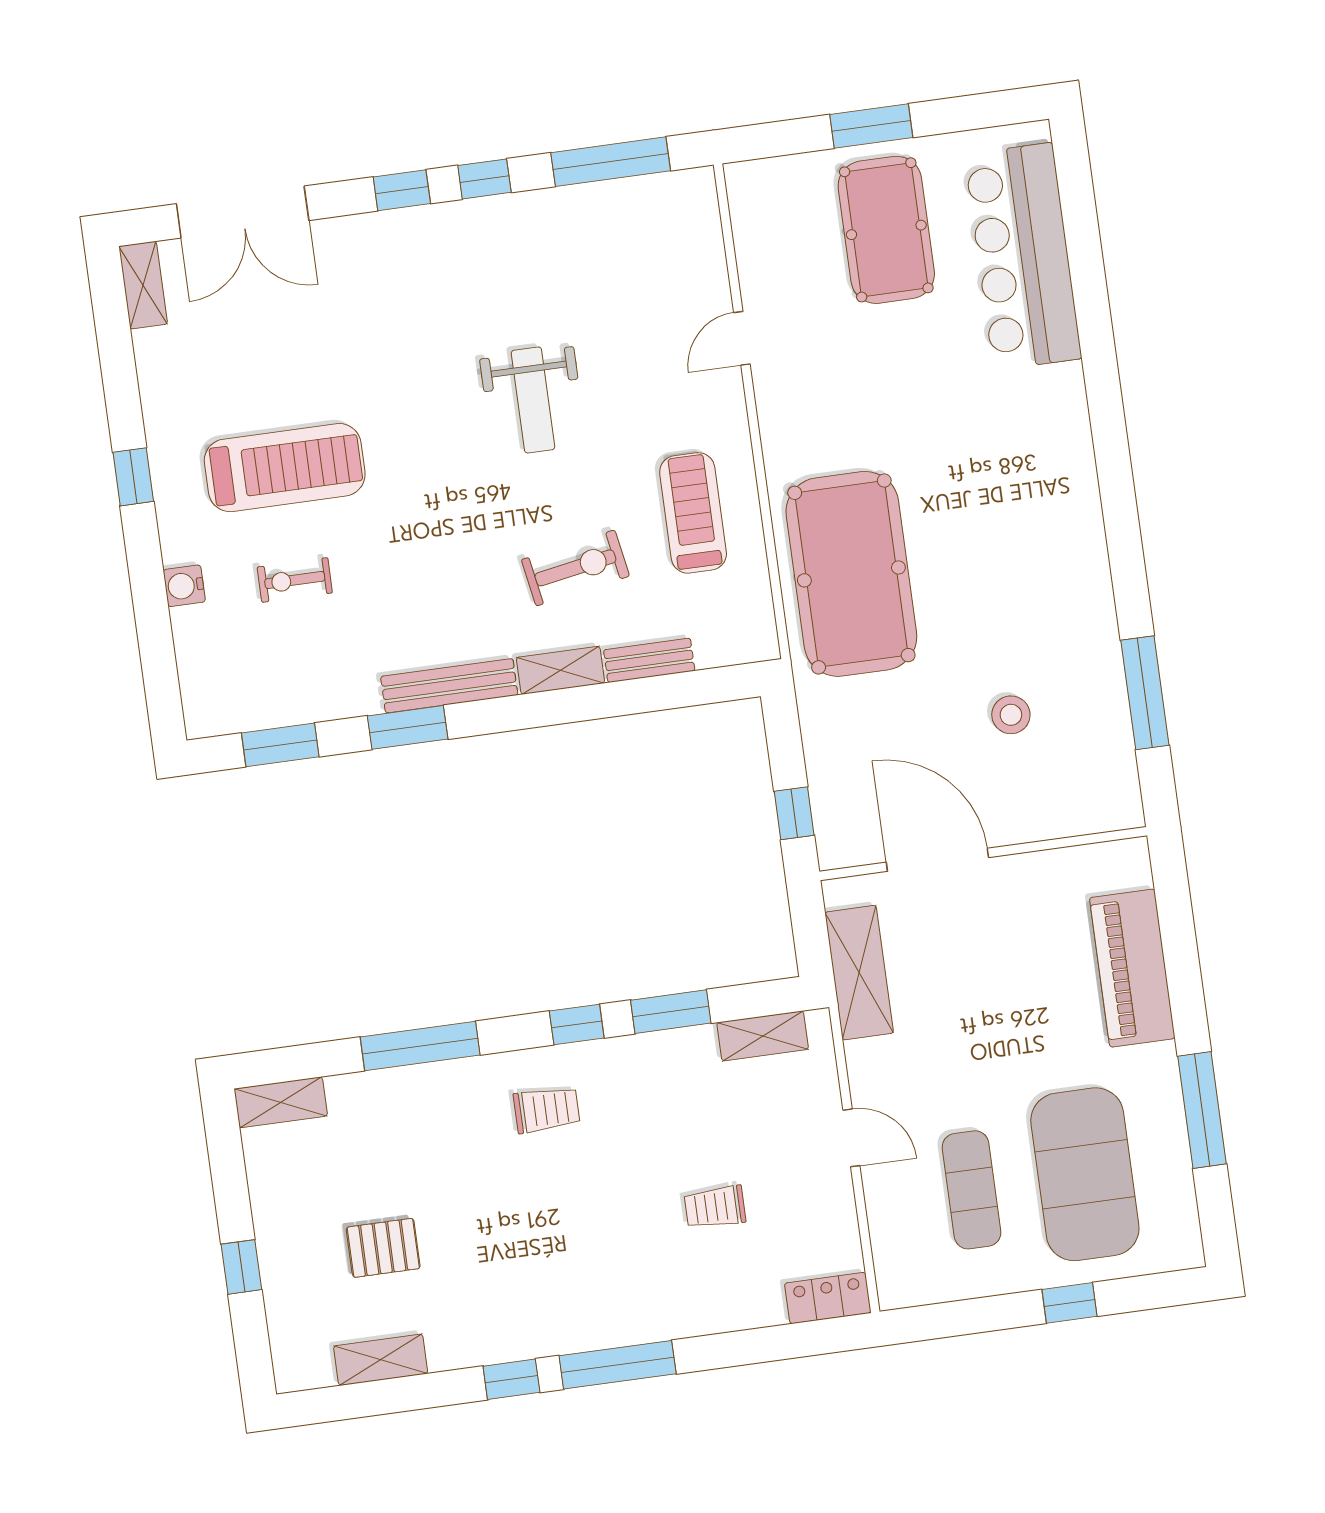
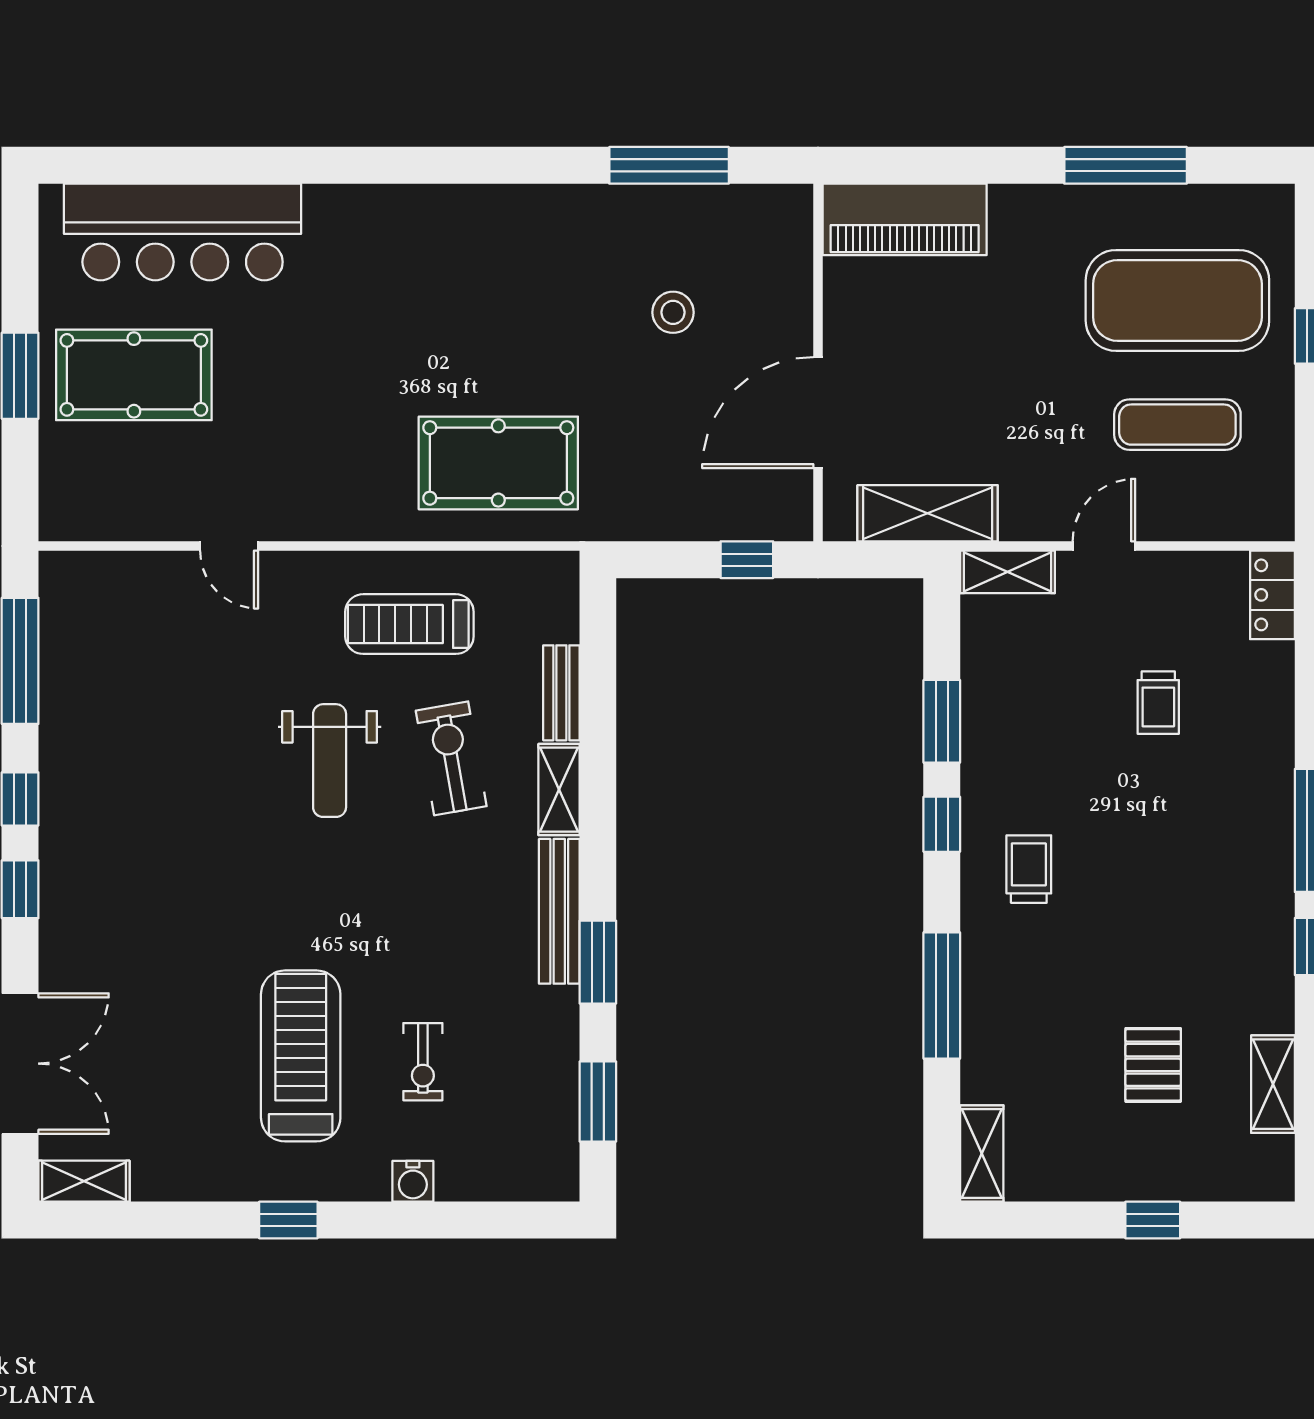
weight bench: (533, 400) -> (330, 761), moved, turned 90
pool table: (851, 574) -> (498, 463), width x0.73, depth x0.76
piano: (1132, 968) -> (905, 219), moved
shelving: (763, 1036) -> (1007, 572), moved, turned 90

